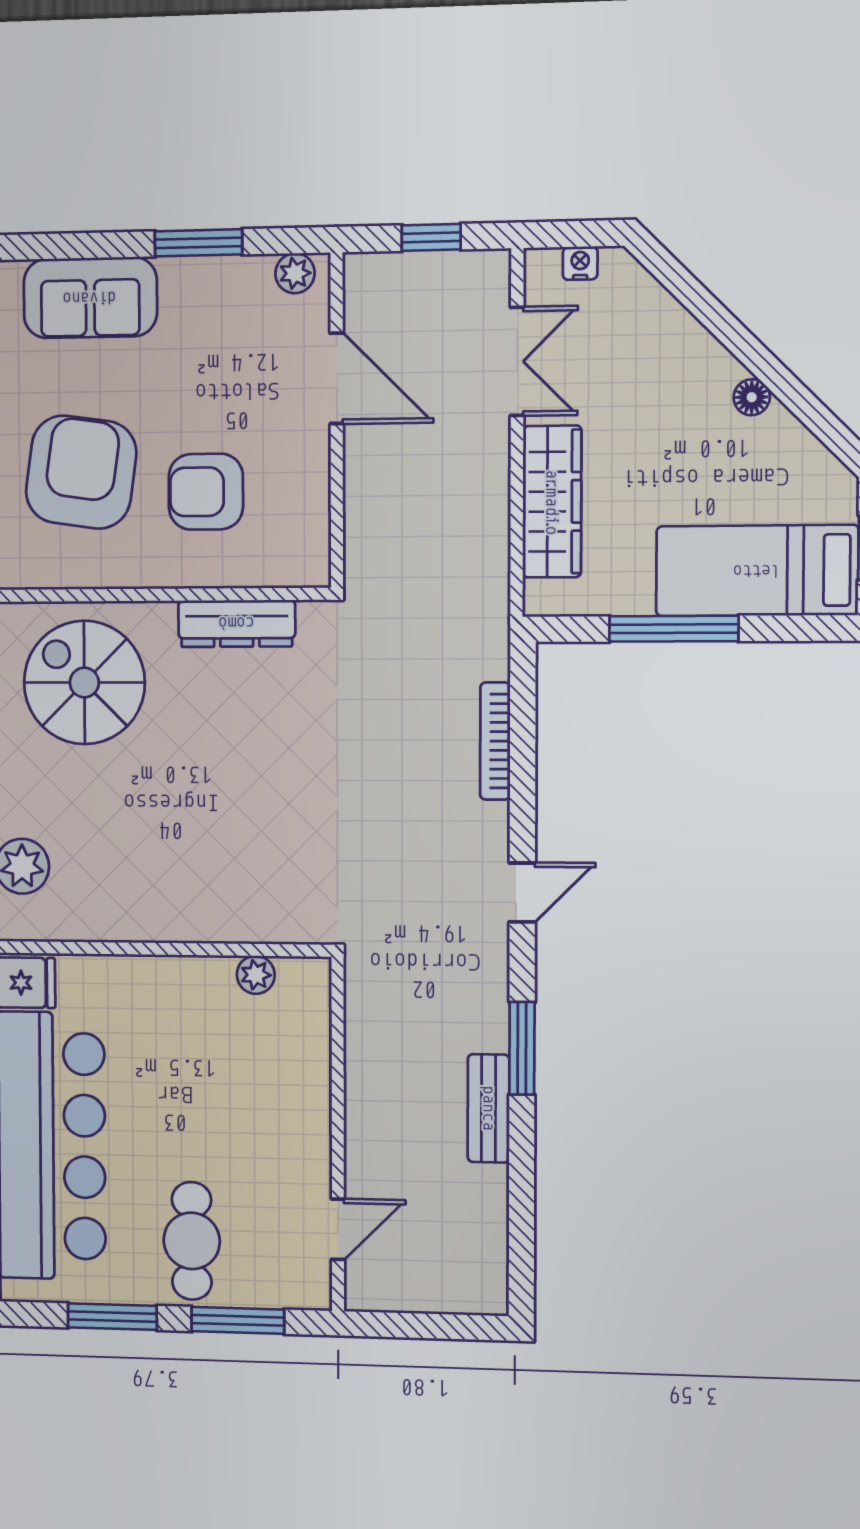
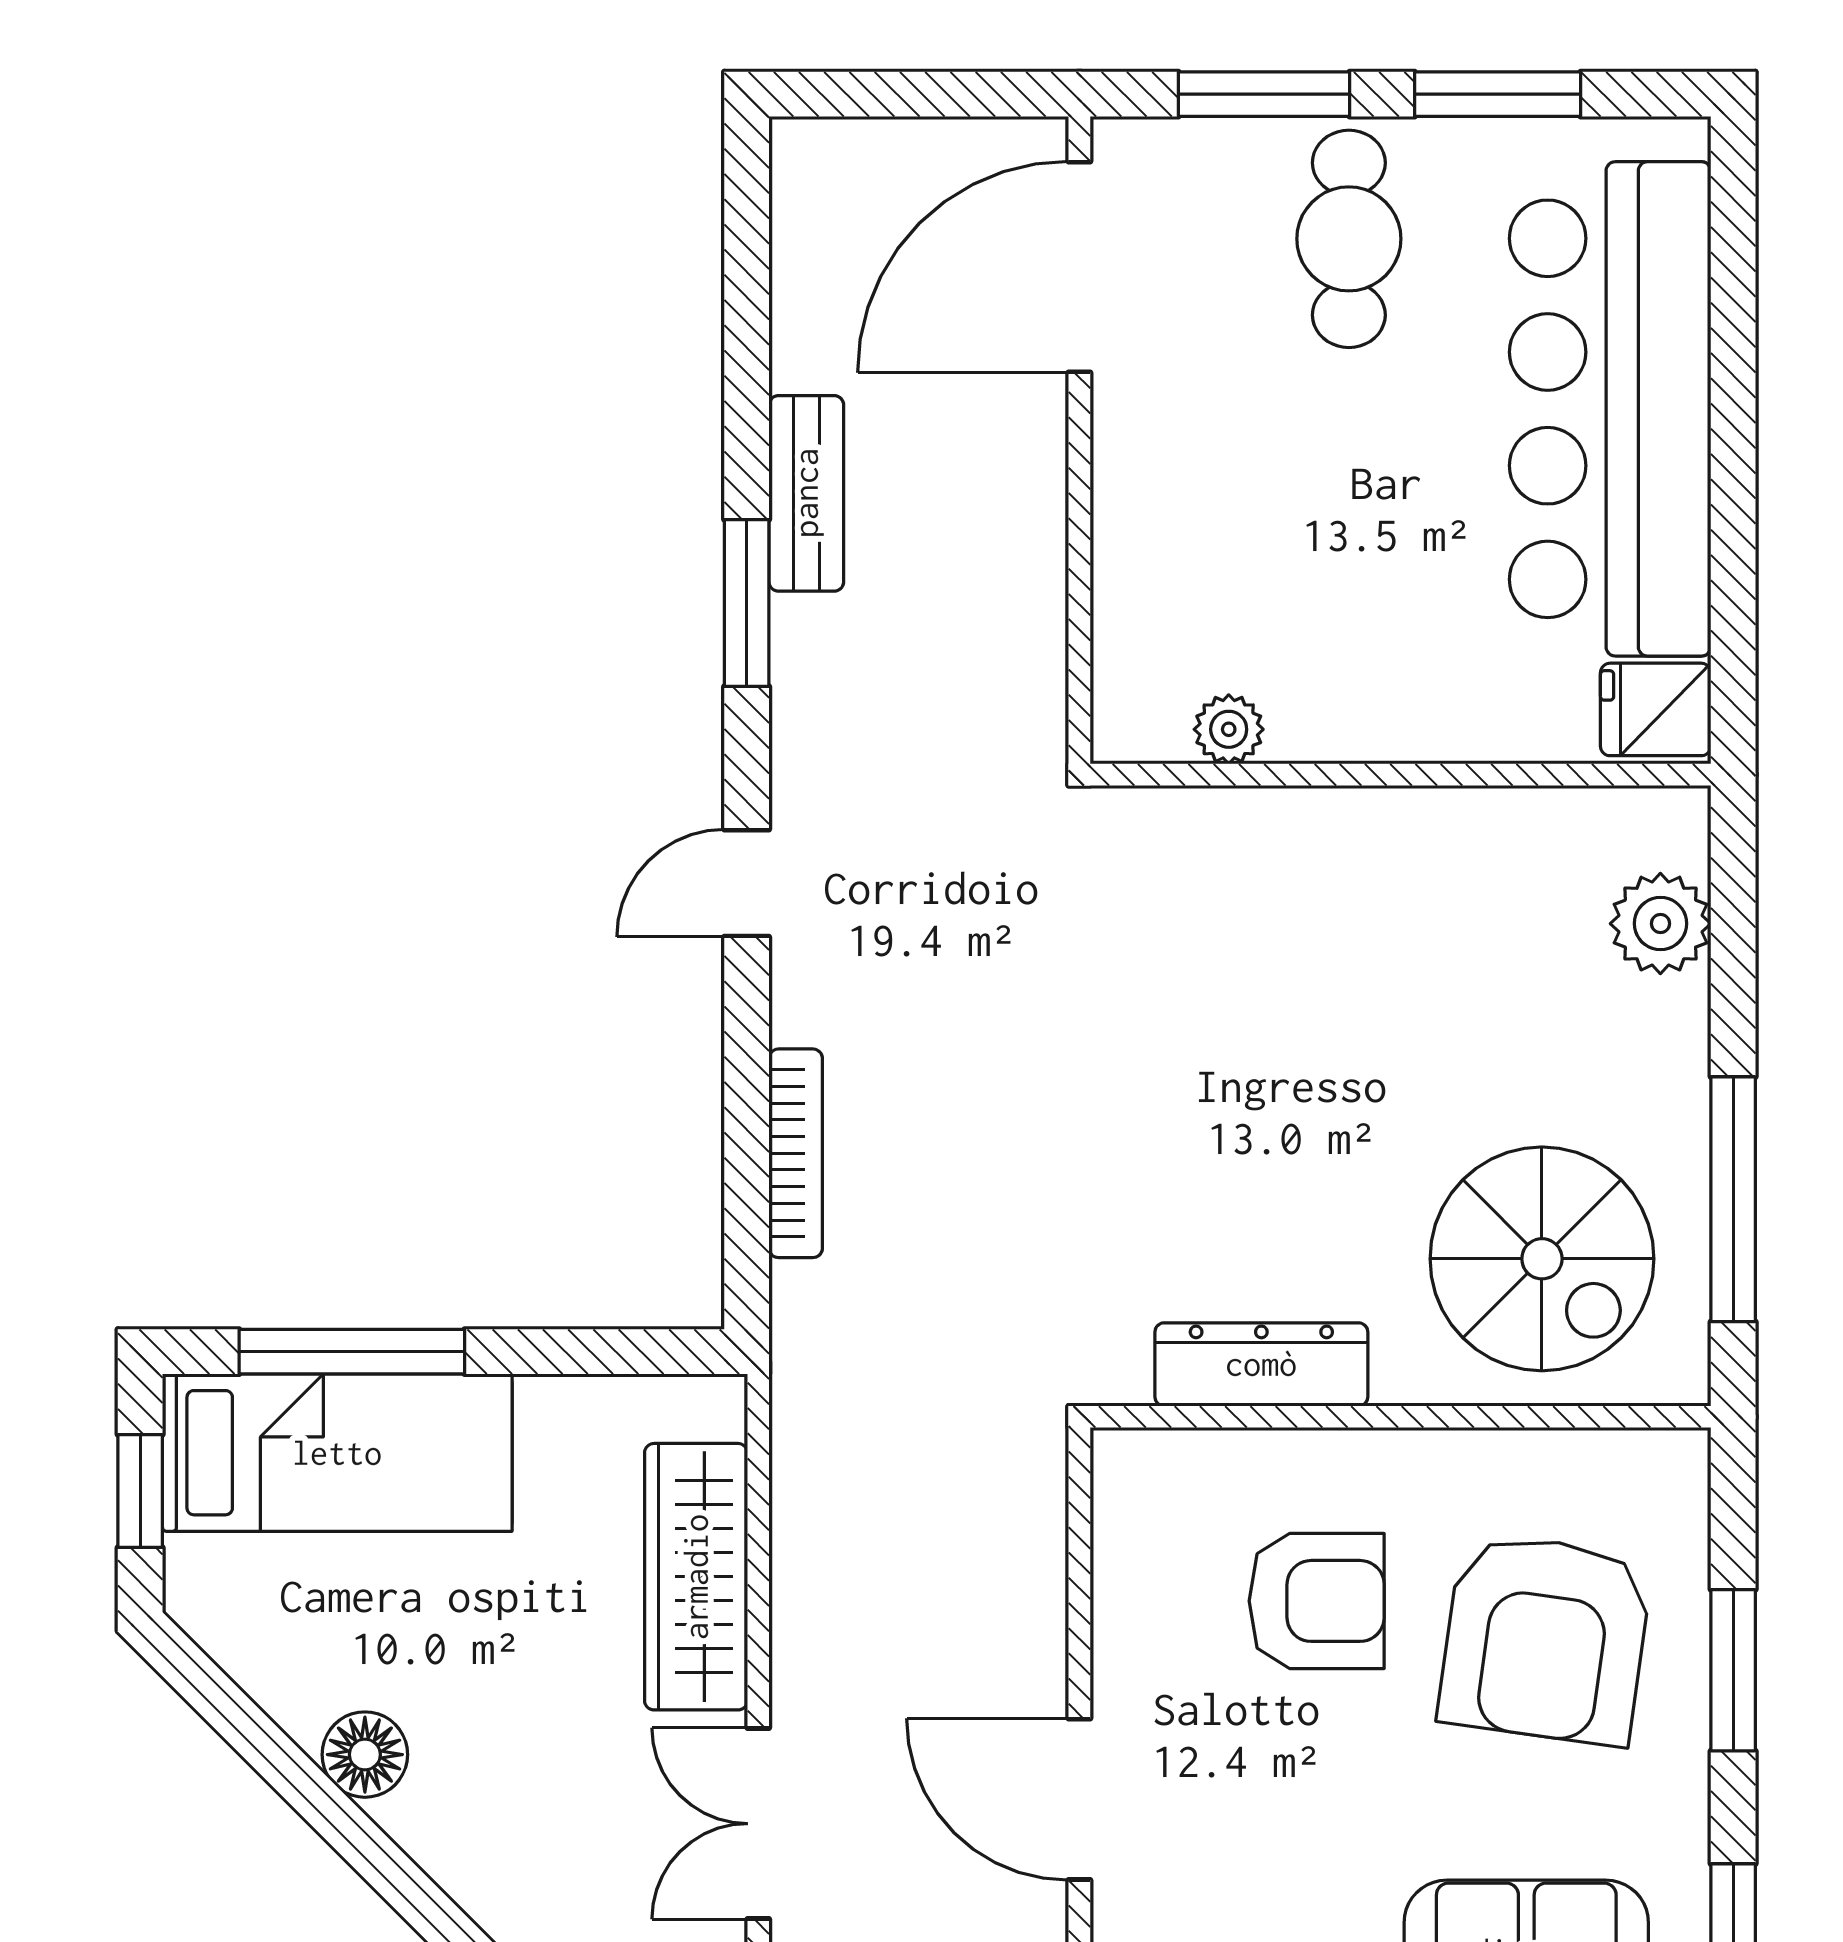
floor lamp: (752, 397) -> (365, 1755), width x1.37, depth x1.37
window: (674, 629) -> (352, 1352), moved
door: (338, 1229) -> (1079, 267), width x1.88

